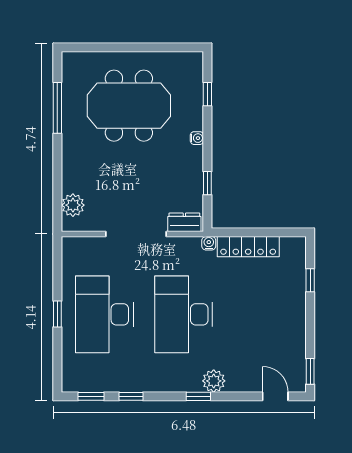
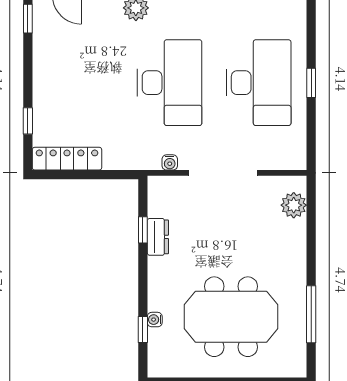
water cooler: (197, 138) -> (155, 320), moved
dresser: (184, 222) -> (158, 237), moved, turned -90
water cooler: (209, 243) -> (170, 162), moved
locker: (248, 247) -> (67, 159), moved

